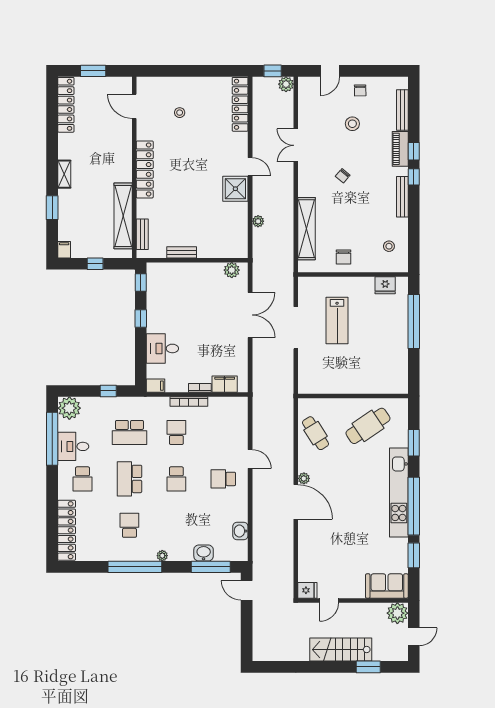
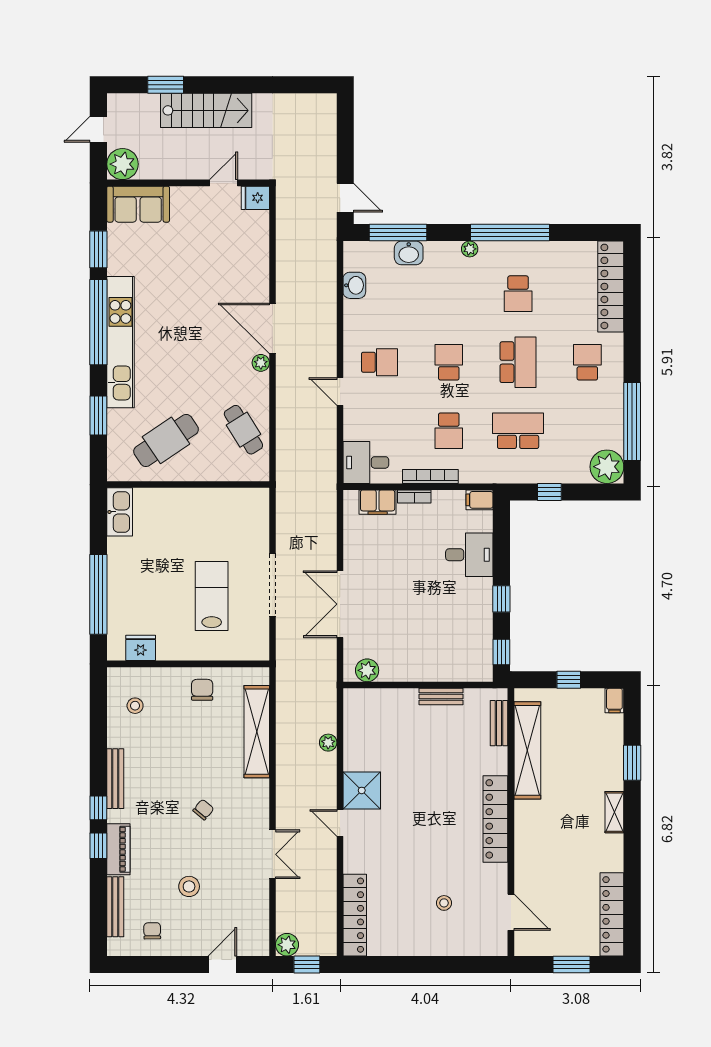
chair: (360, 90) -> (152, 931), moved
kitchen sink: (399, 377) -> (120, 512), added
desk: (73, 446) -> (366, 462), moved, turned 180

